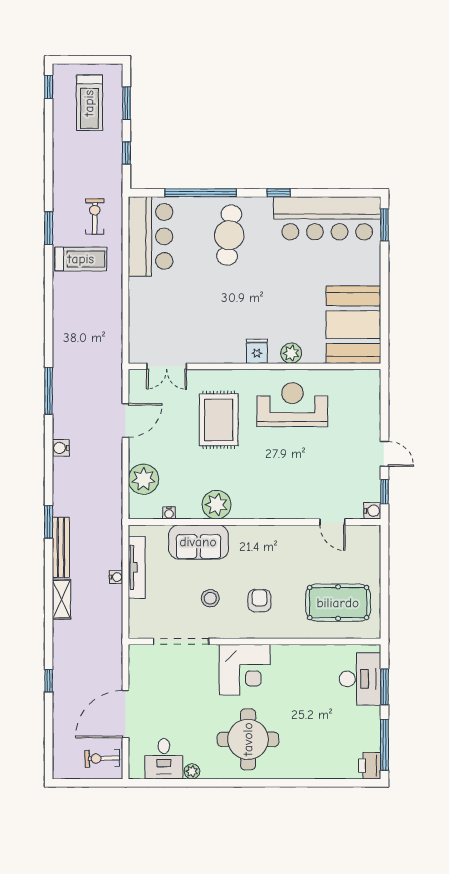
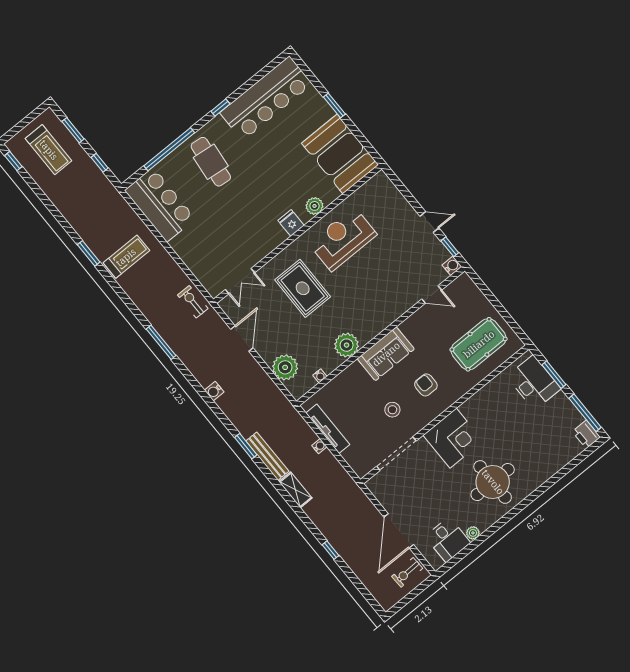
exercise bike: (95, 217) -> (193, 302), moved
window: (384, 225) -> (334, 105), moved
window: (49, 391) -> (161, 342), moved
sofa: (198, 542) -> (386, 354), moved

